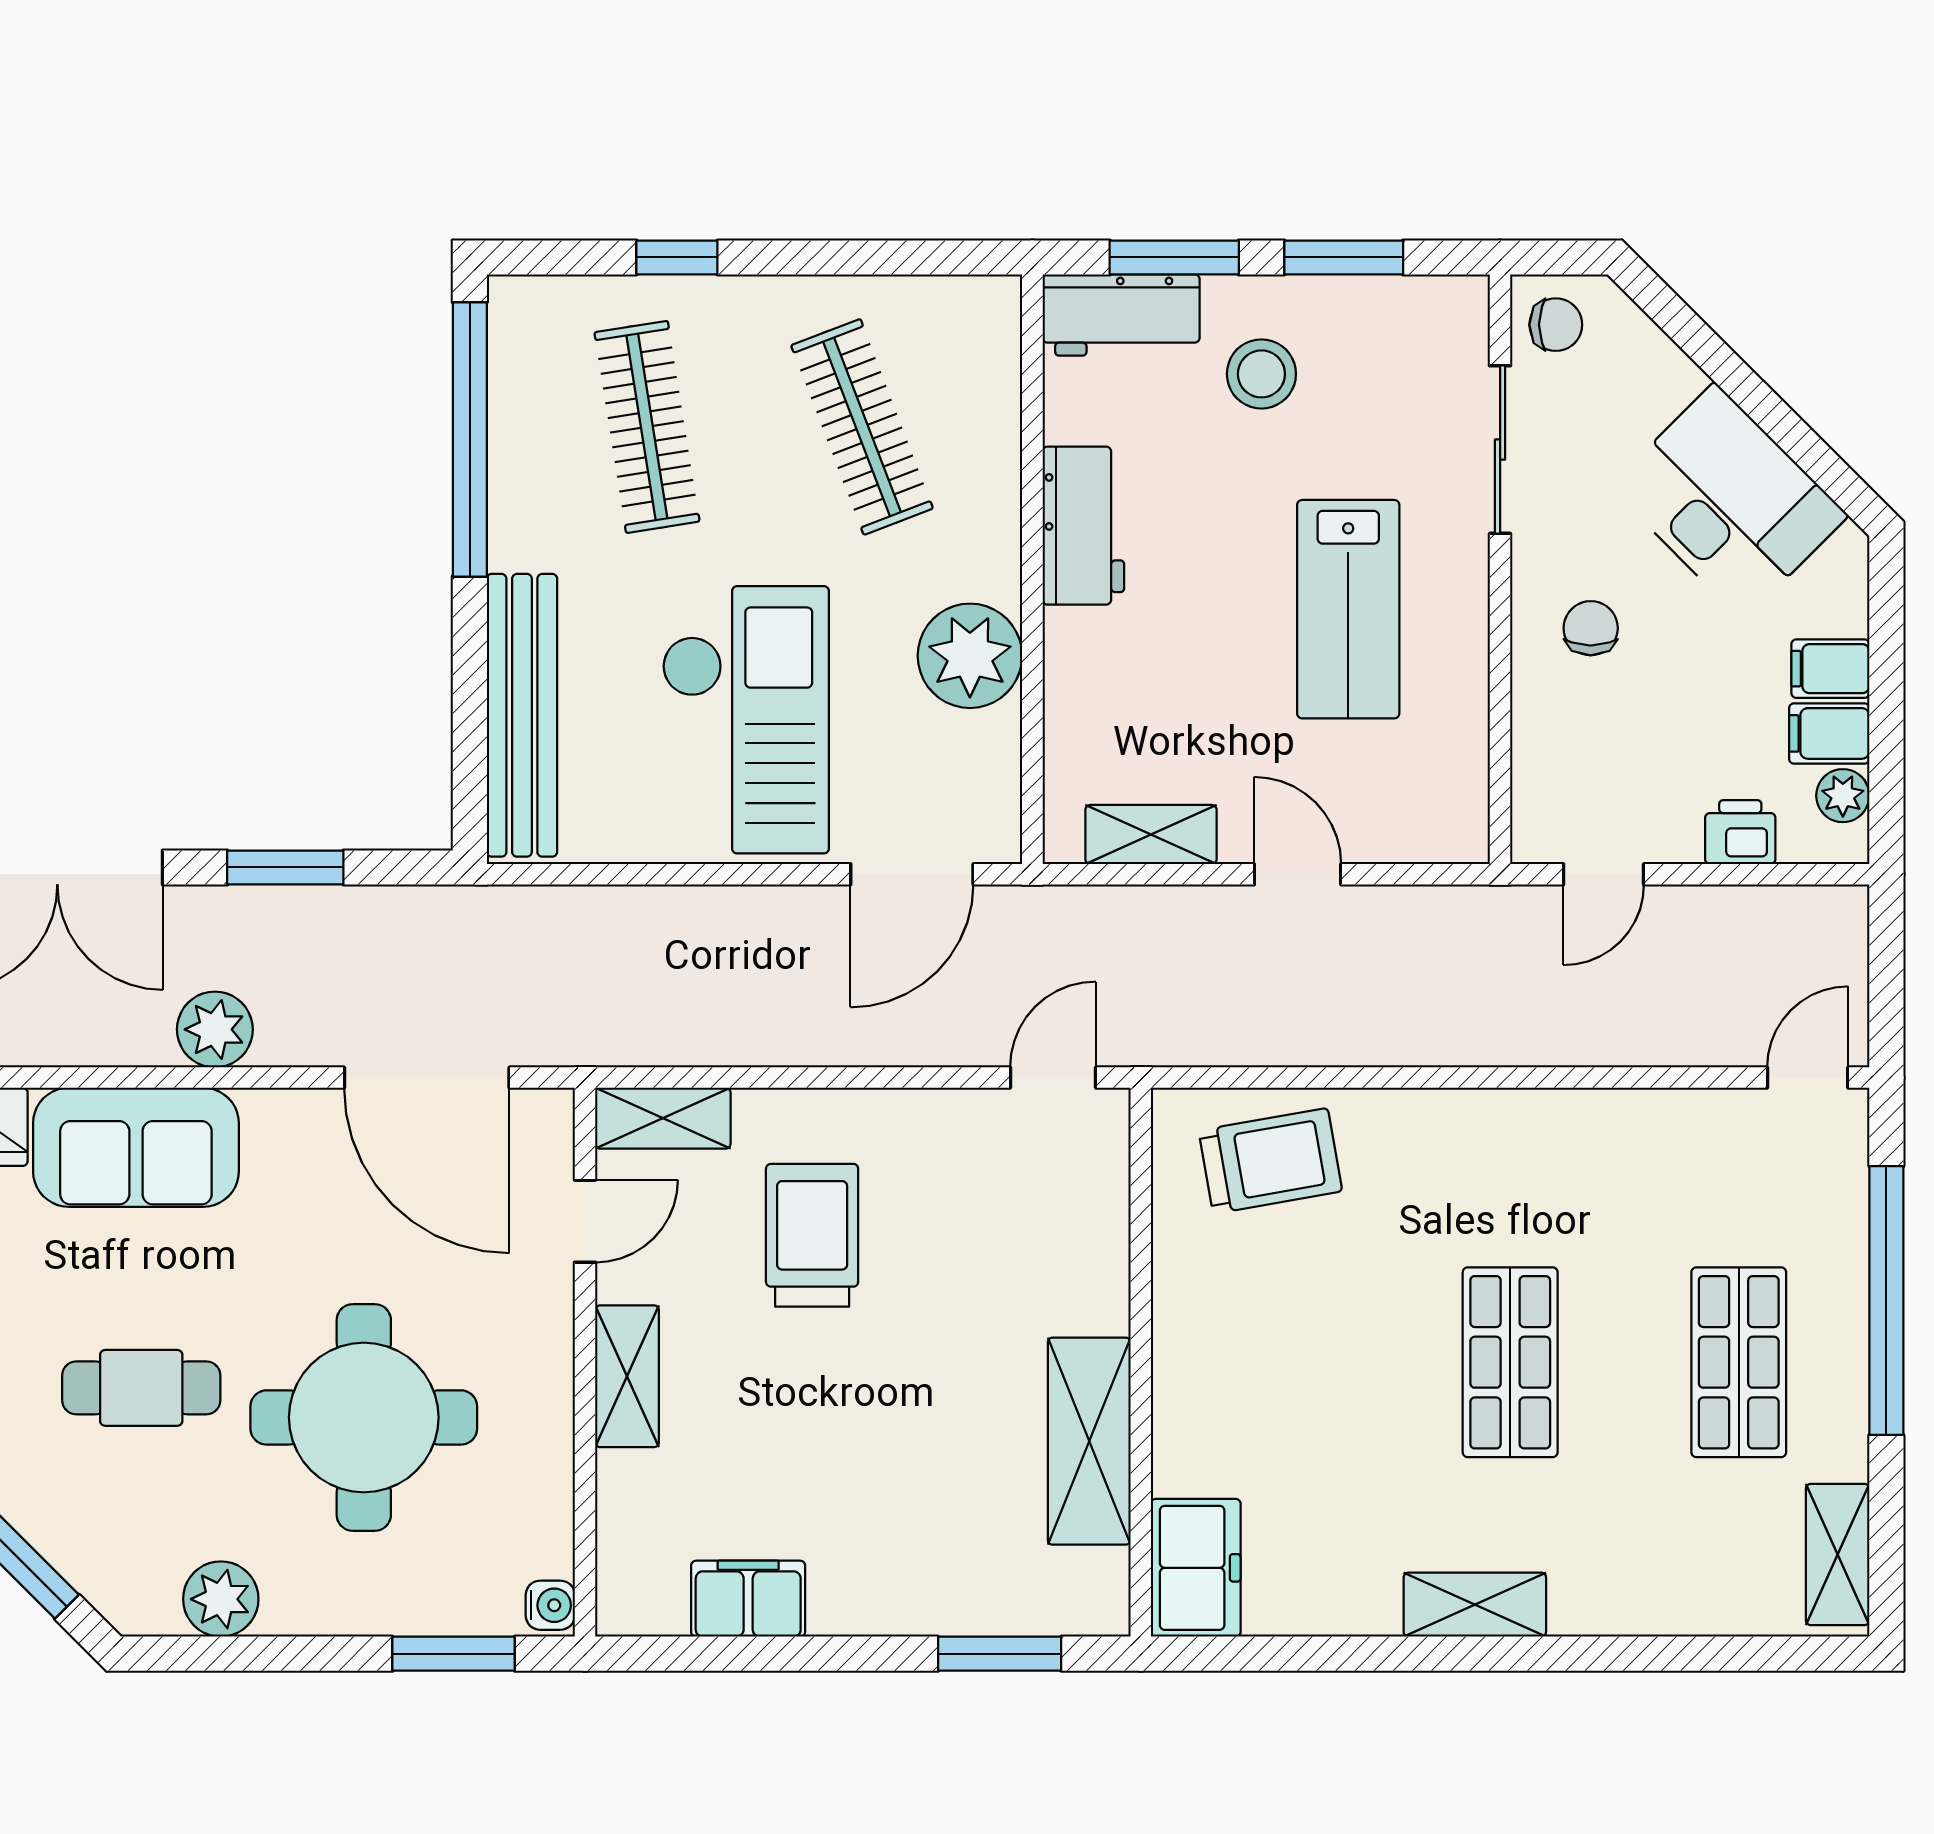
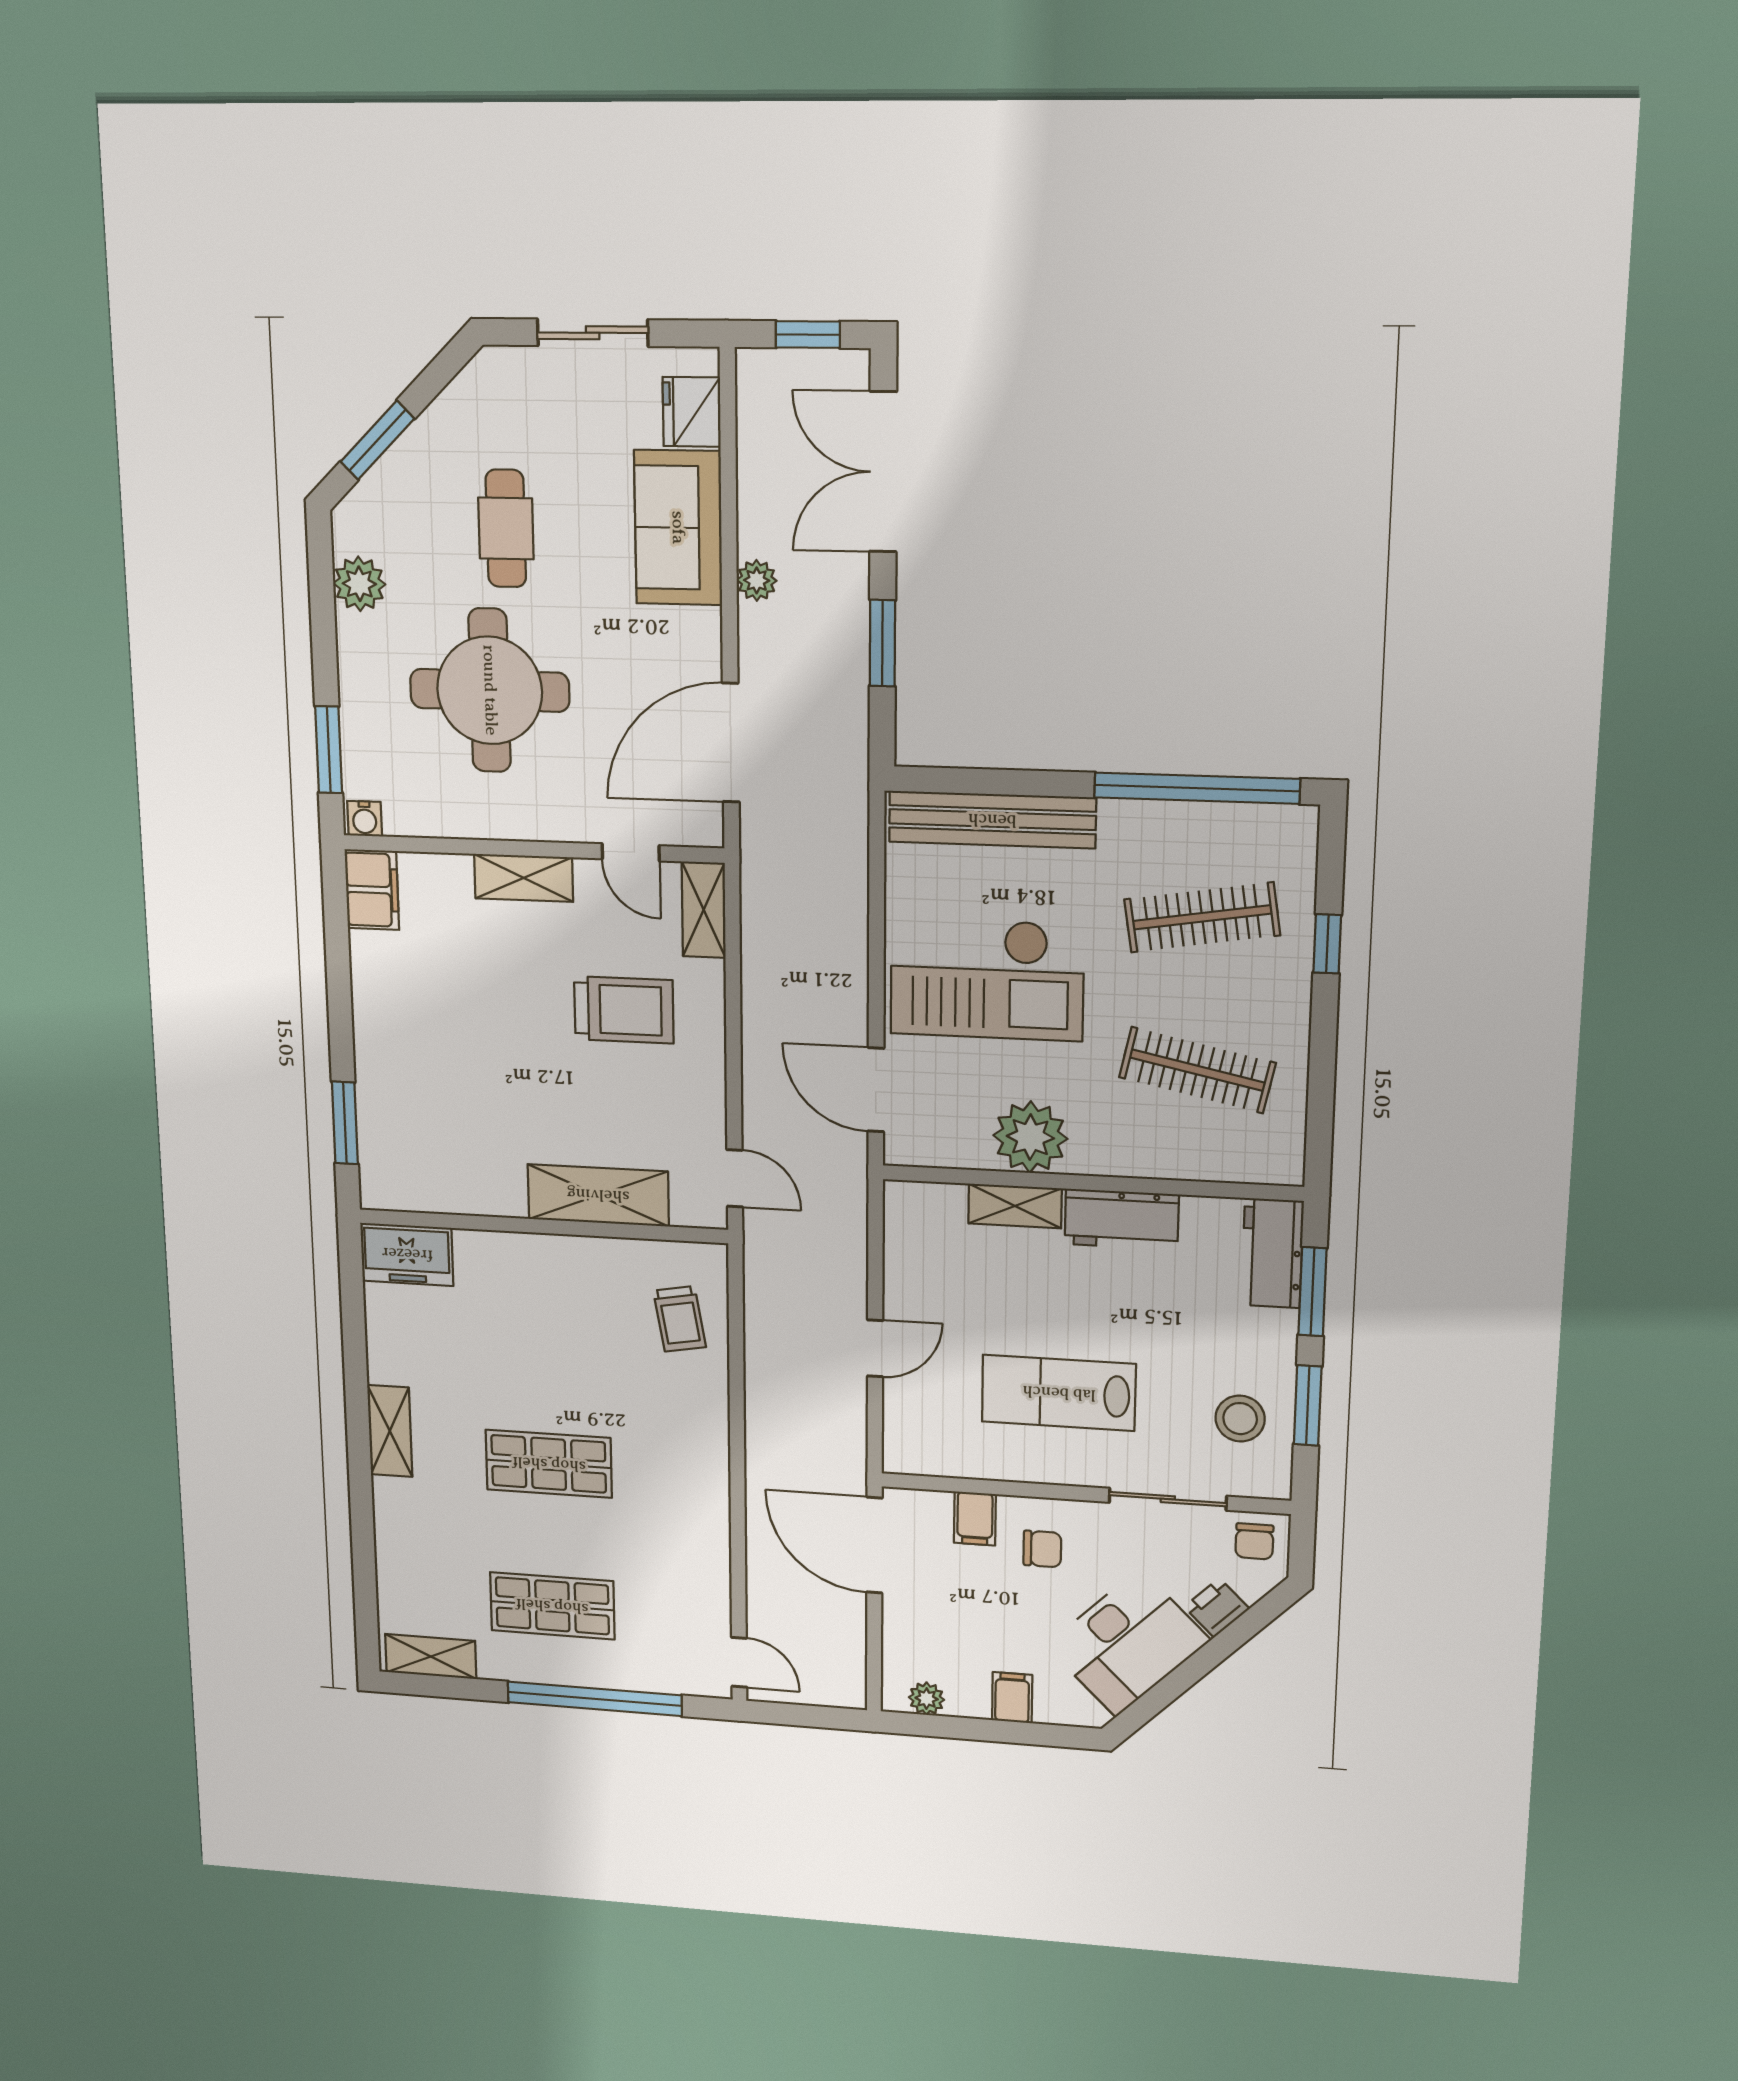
stool: (1261, 374) -> (1240, 1419), moved
clothes rail: (862, 427) -> (1197, 1070), turned 33
filing cabinet: (1829, 733) -> (975, 1518), moved, turned 180
printer: (1740, 832) -> (1217, 1608), moved, turned -135
shelving: (1151, 835) -> (1015, 1206), moved, turned 90
door: (1604, 874) -> (874, 1545), width x1.87
plant: (215, 1029) -> (757, 580), width x0.73, depth x0.73
trolley: (1270, 1161) -> (680, 1319), width x0.73, depth x0.72
shelving: (1089, 1441) -> (598, 1195), moved
filing cabinet: (748, 1599) -> (372, 890), moved

